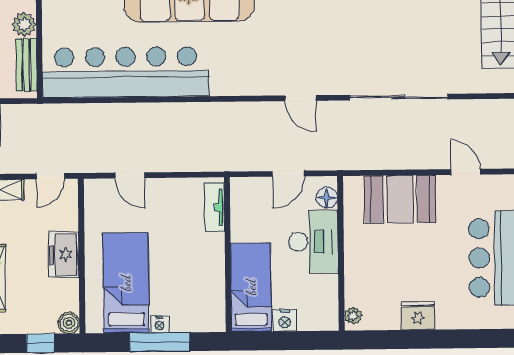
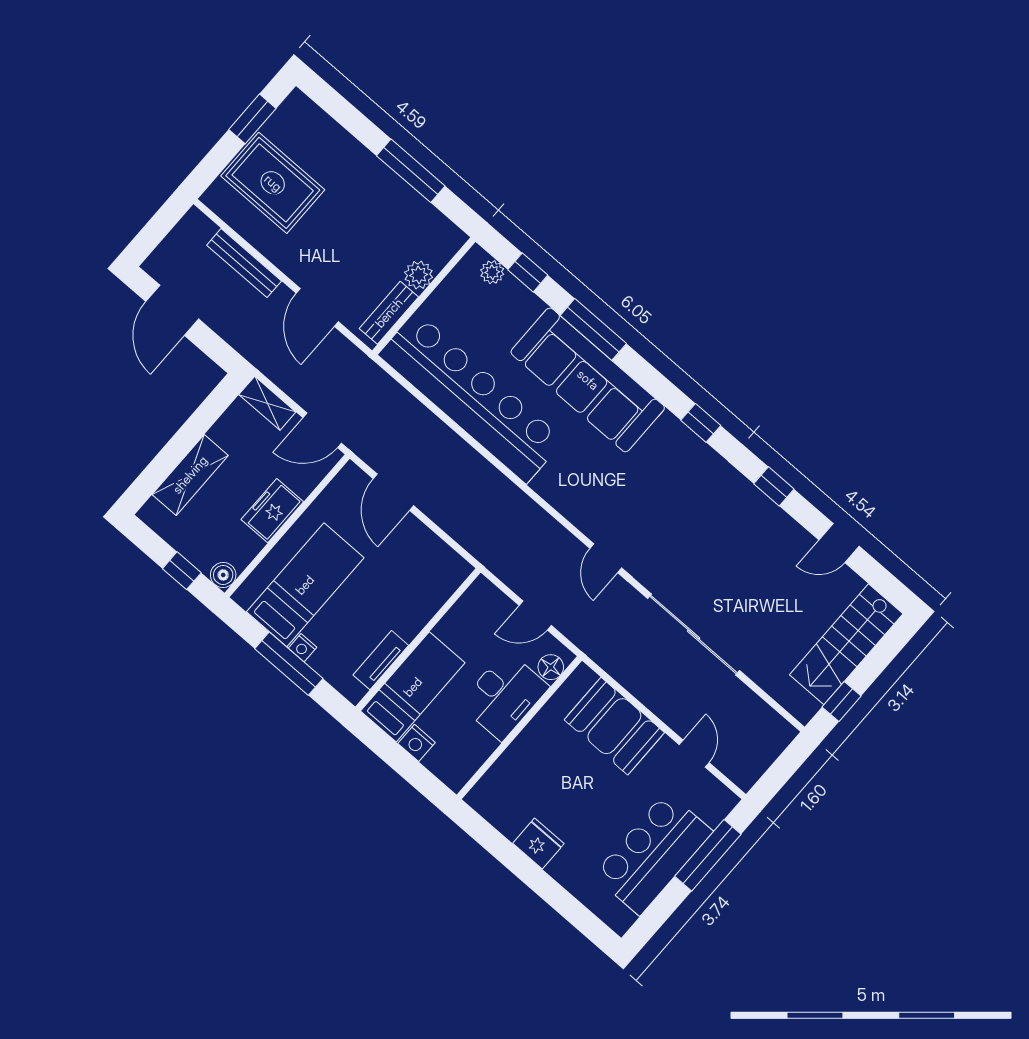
door: (130, 175) -> (393, 492), width x1.38
door: (50, 176) -> (322, 430), width x1.38
tv unit: (215, 207) -> (381, 660), moved
plant: (353, 316) -> (481, 793), removed

